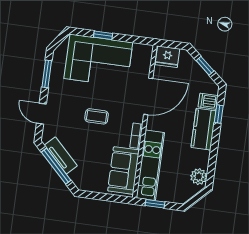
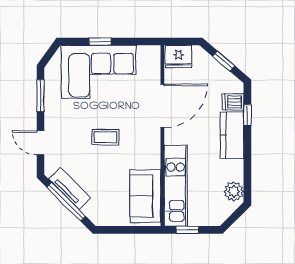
bookcase: (136, 136) -> (155, 154), removed

